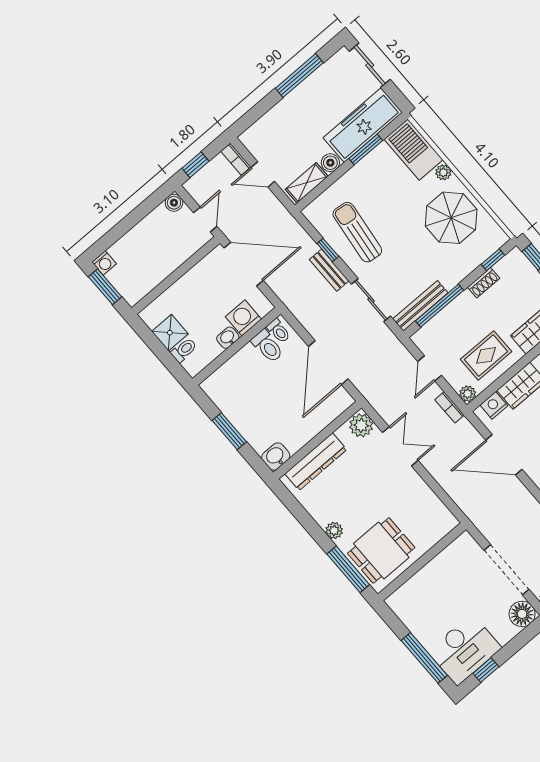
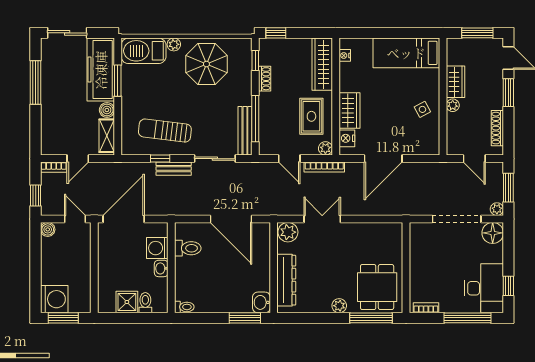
washing machine: (104, 263) -> (54, 299), width x1.89, depth x1.89
toilet: (279, 331) -> (184, 307), moved
bookcase: (450, 407) -> (324, 167), width x1.56
window: (229, 431) -> (245, 318), moved
bookcase: (401, 612) -> (426, 308), added

